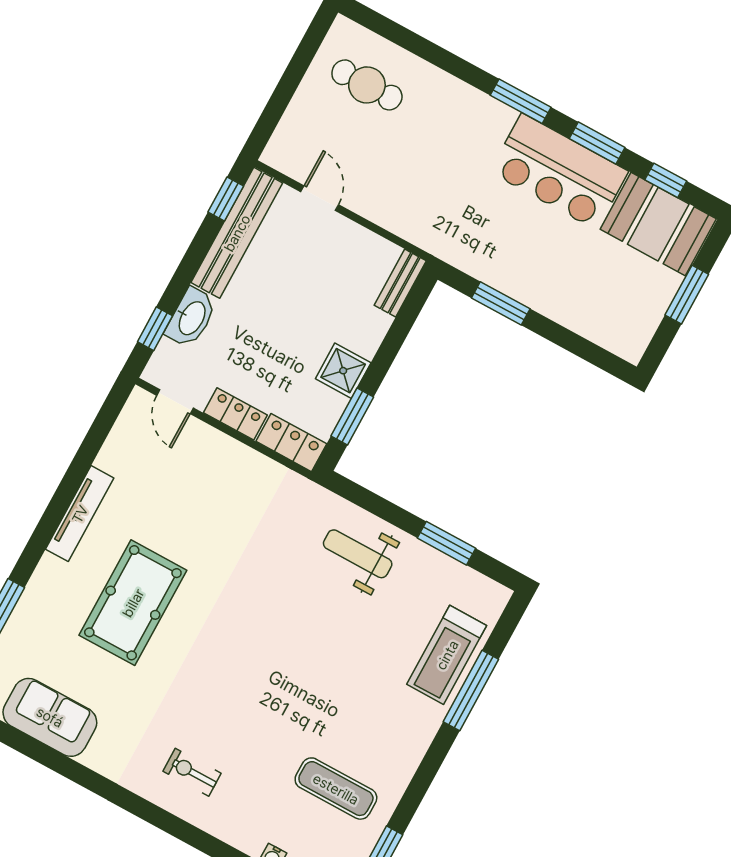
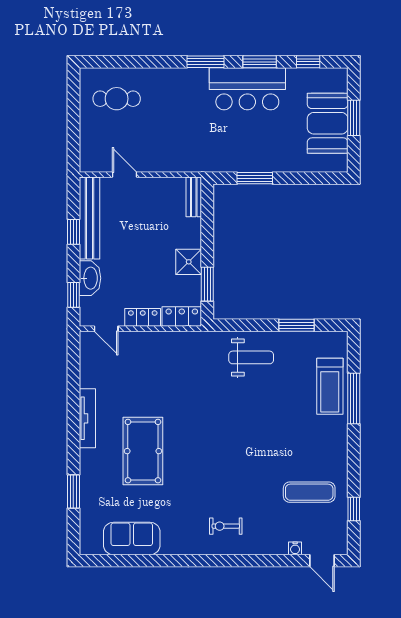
window: (226, 199) -> (73, 232), moved
booth: (658, 224) -> (328, 123), moved, turned 90
weight bench: (358, 554) -> (251, 357), turned 180

